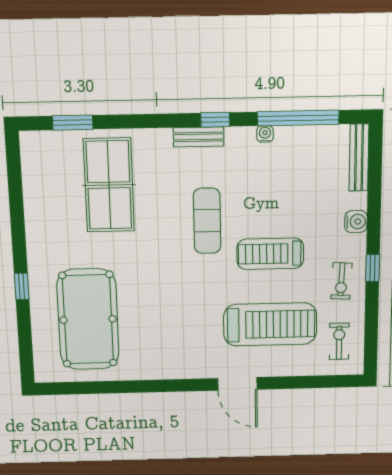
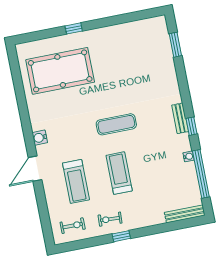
table tennis table: (109, 185) -> (143, 71), removed
exercise mat: (207, 221) -> (116, 124), moved
water cooler: (356, 222) -> (40, 138), moved, turned 90
treadmill: (270, 324) -> (76, 181), width x0.73, depth x0.73

